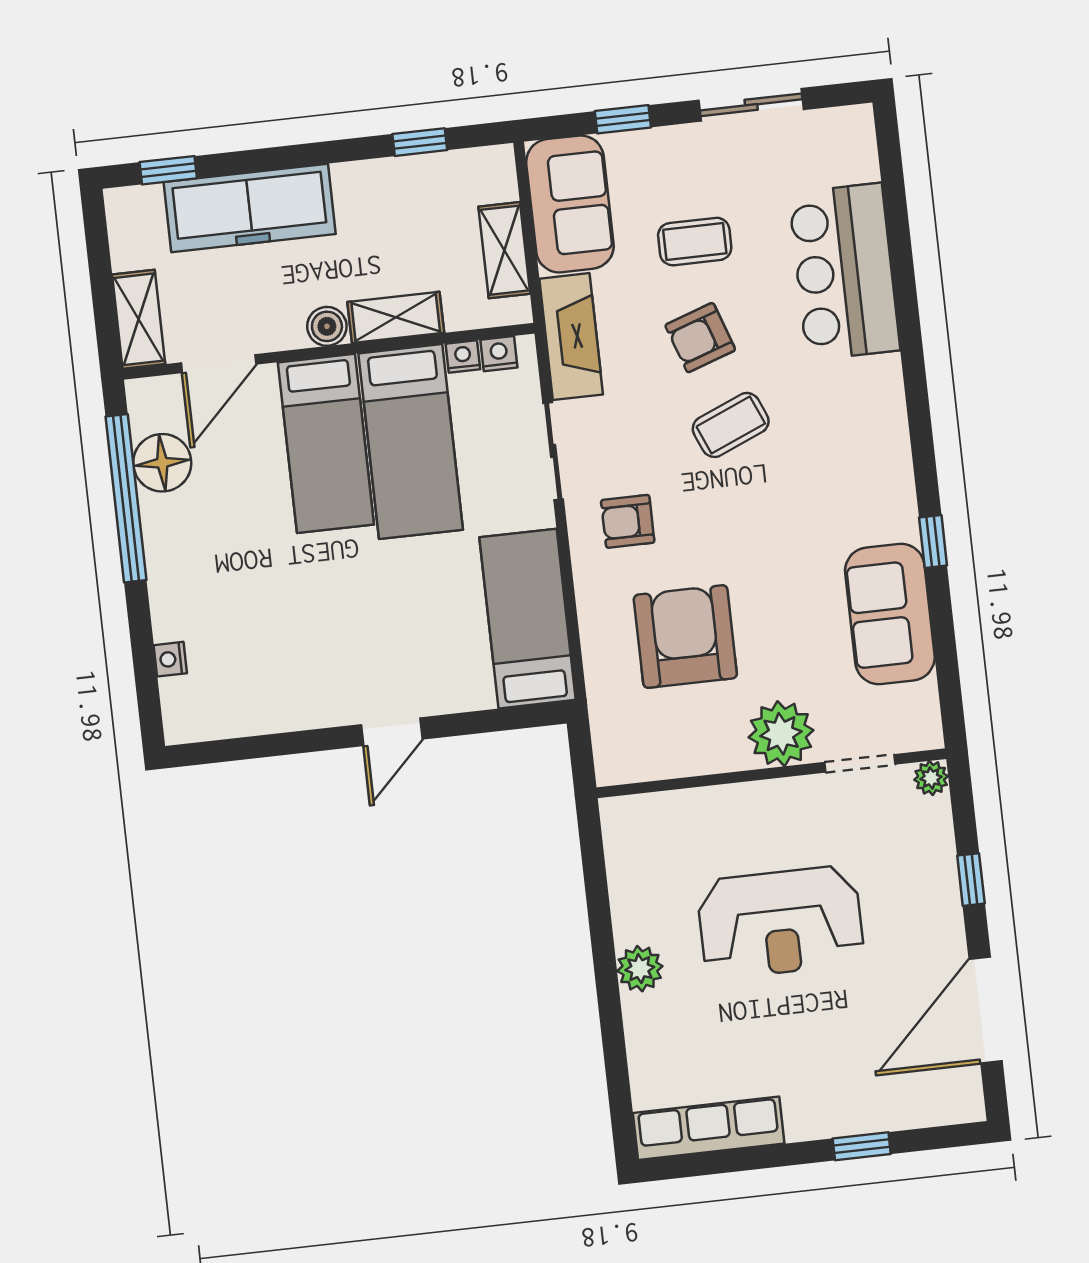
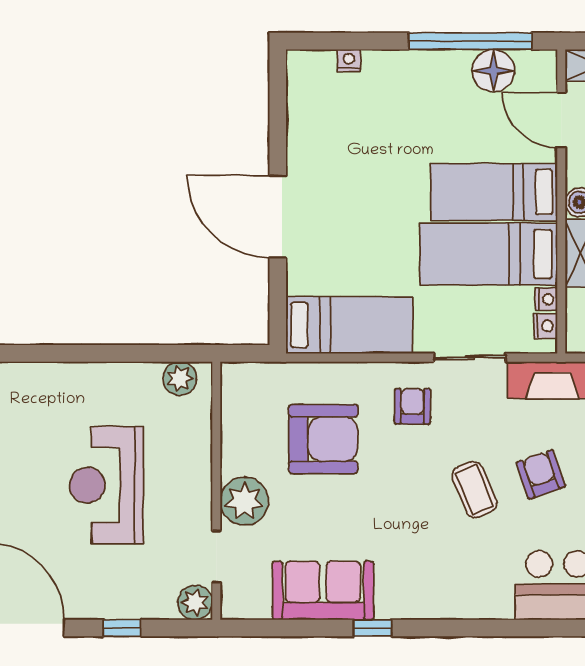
door: (392, 732) -> (278, 216), width x1.88
plant: (931, 778) -> (195, 602), width x1.38, depth x1.38
plant: (640, 969) -> (180, 378), moved

